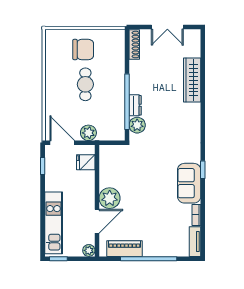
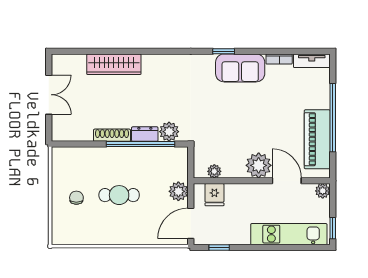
shoe rack: (134, 45) -> (112, 135), moved
chair: (83, 50) -> (76, 198), width x0.54, depth x0.54
plant: (105, 162) -> (214, 171), added
piano: (124, 249) -> (317, 139), width x1.37, depth x1.33

